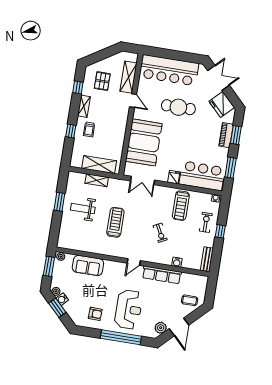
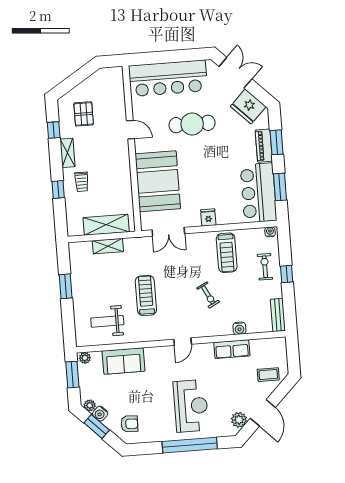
shelving: (128, 77) -> (117, 100), removed
bar counter: (202, 176) -> (258, 193), moved, turned -90
weight bench: (83, 209) -> (107, 321), moved
row of seats: (162, 275) -> (232, 349), width x0.68
armchair: (95, 314) -> (129, 424), moved

